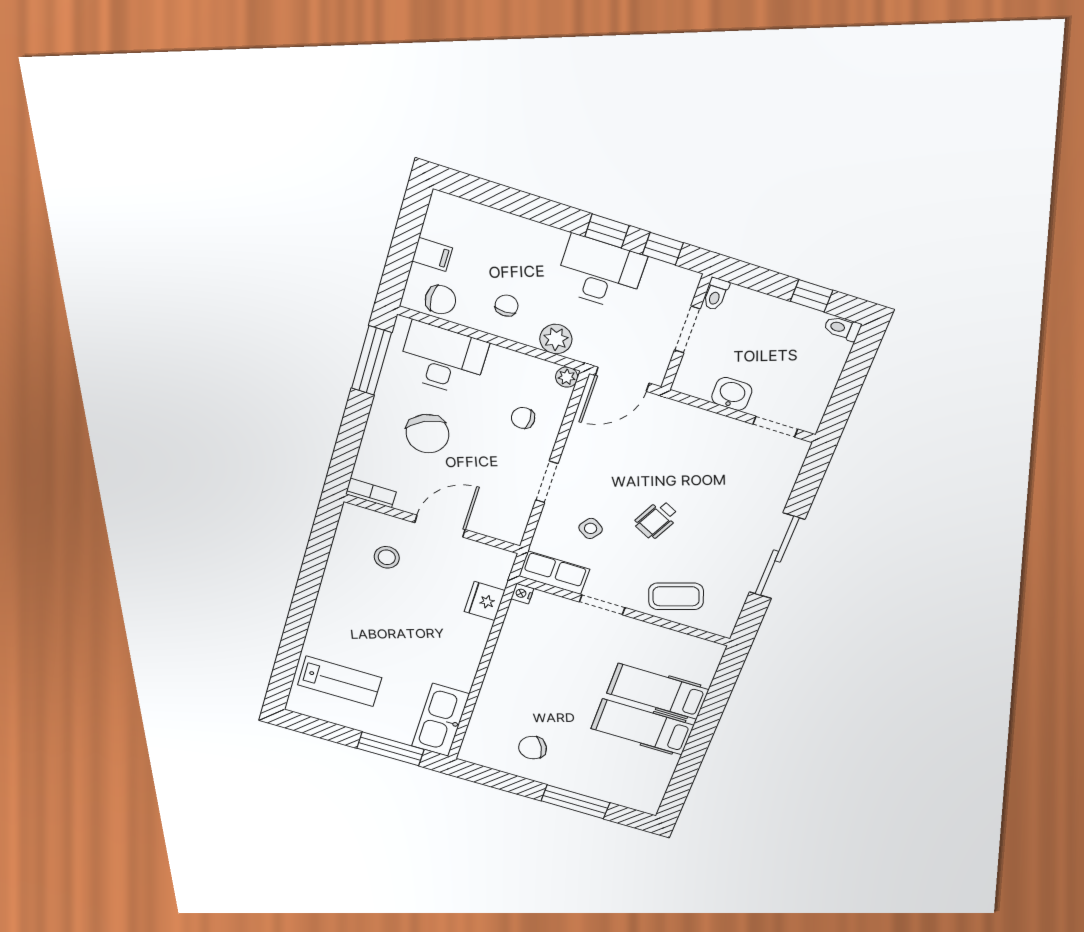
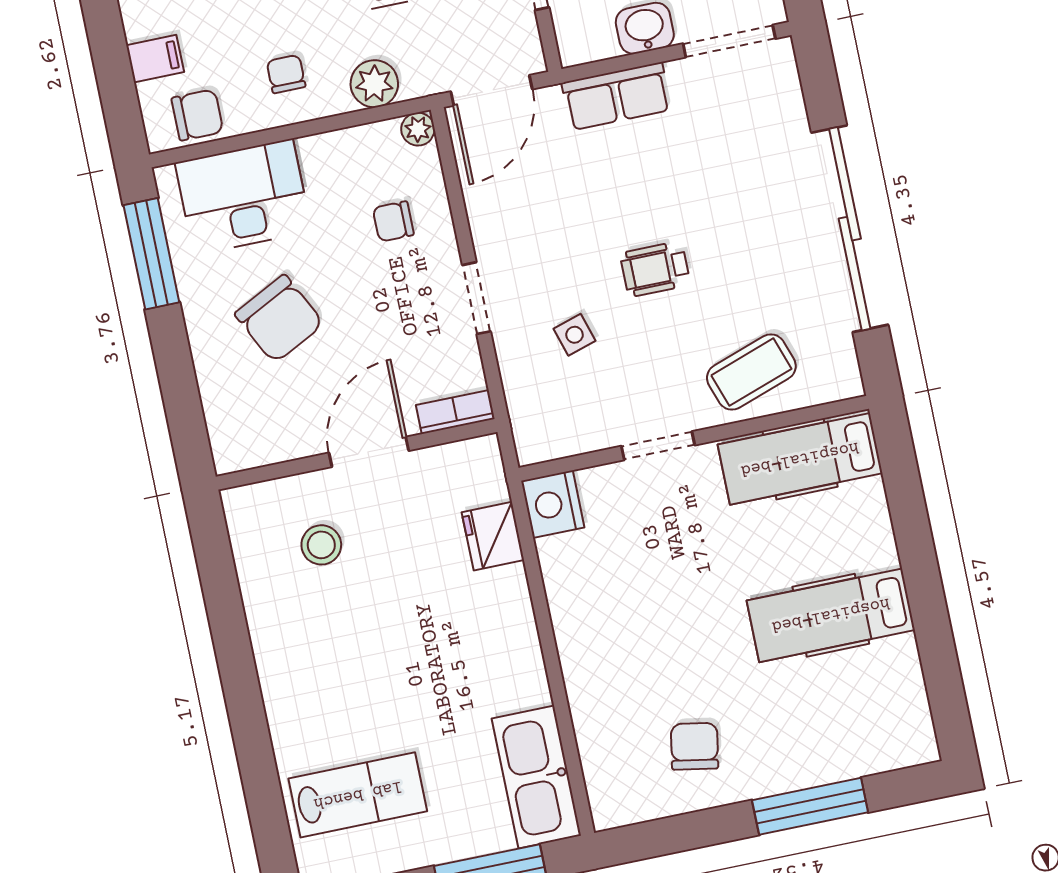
doorway: (775, 427) -> (729, 41), width x1.38
bookcase: (371, 493) -> (455, 412), moved
wheelchair: (656, 520) -> (655, 269), turned 63
side table: (591, 528) -> (575, 335), turned 38
sliding door: (777, 556) -> (850, 229), width x1.36
row of seats: (554, 573) -> (616, 96), moved, turned 180
nightstand: (522, 594) -> (553, 504), width x1.89, depth x1.79
hospital bed: (658, 691) -> (800, 459), moved
chair: (533, 748) -> (695, 746), turned 125

